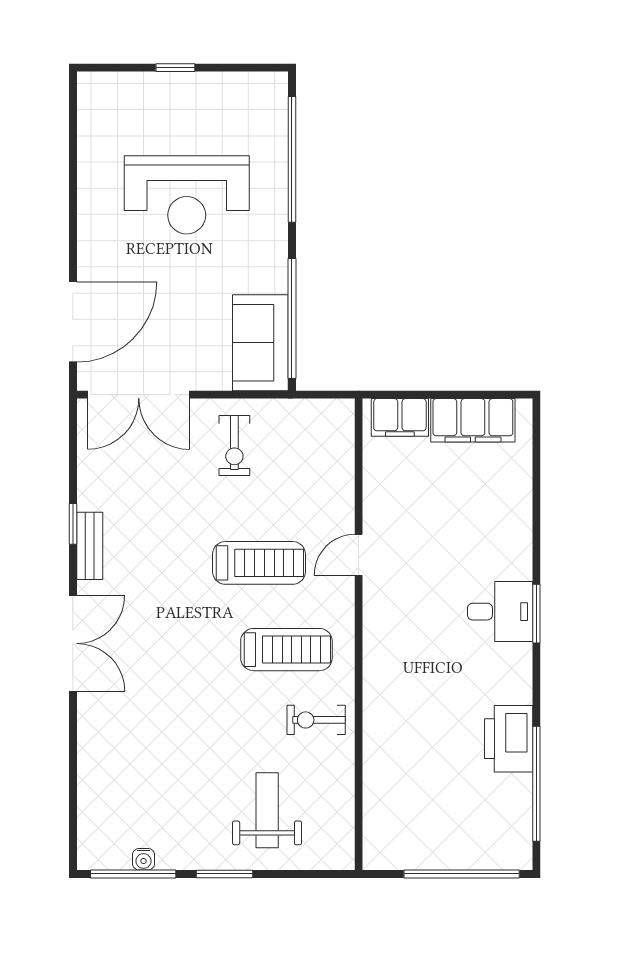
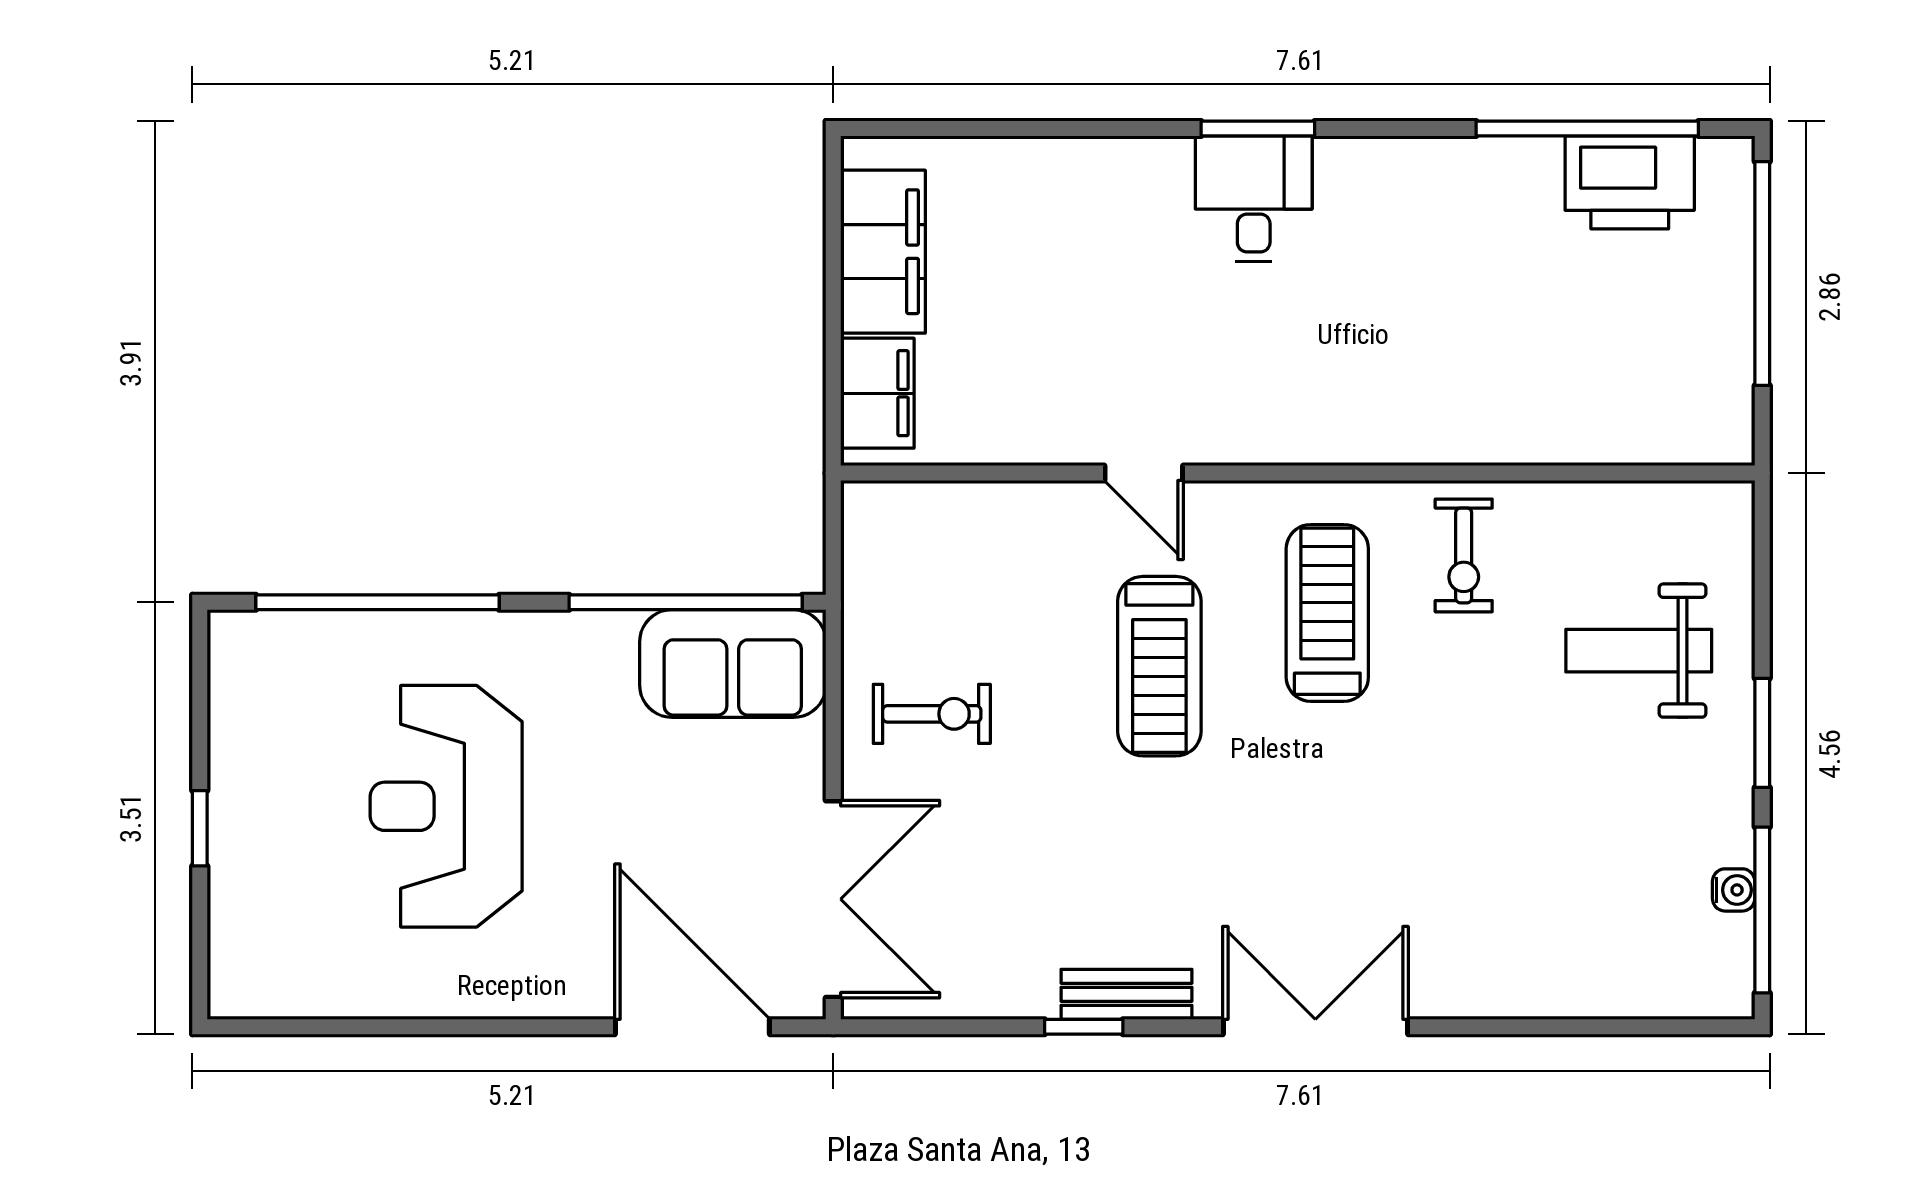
reception desk: (187, 195) -> (446, 806), turned 180
treadmill: (259, 563) -> (1159, 666), turned 180
printer: (509, 739) -> (1630, 182), moved

